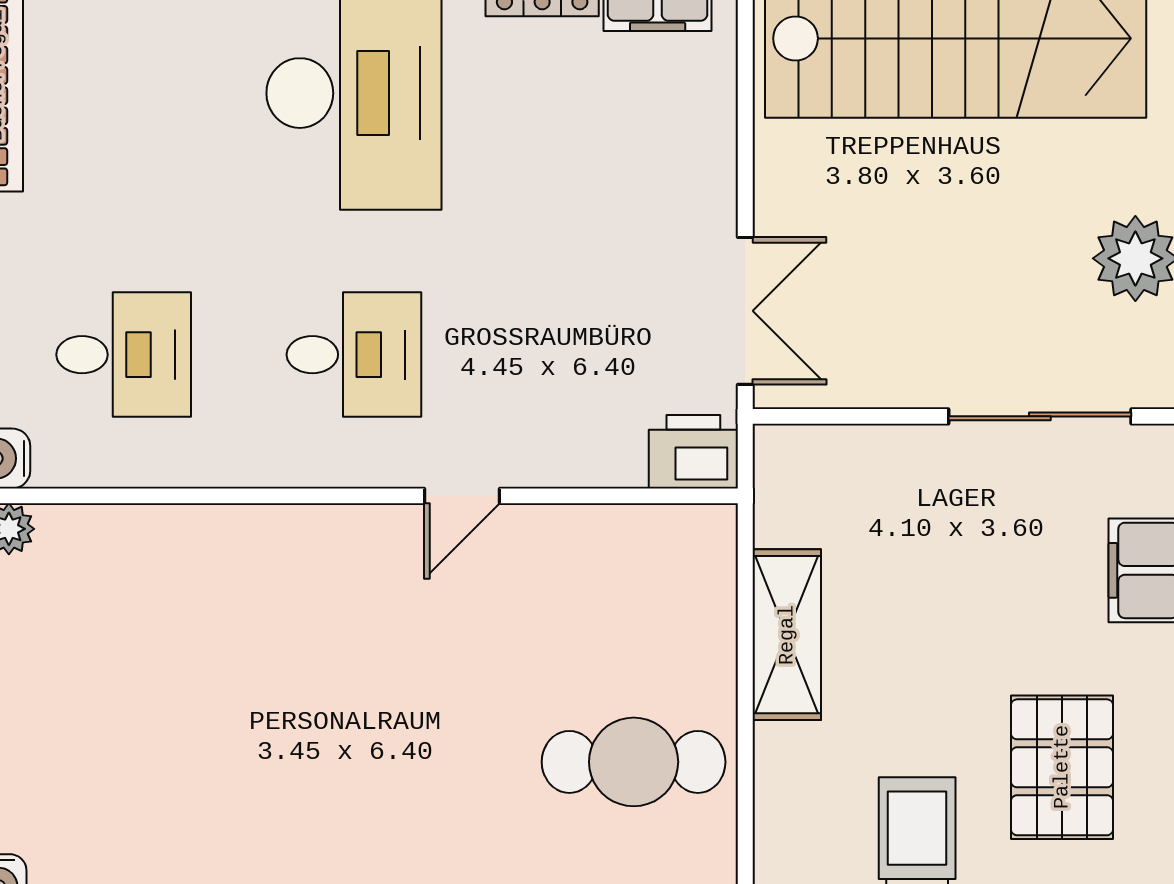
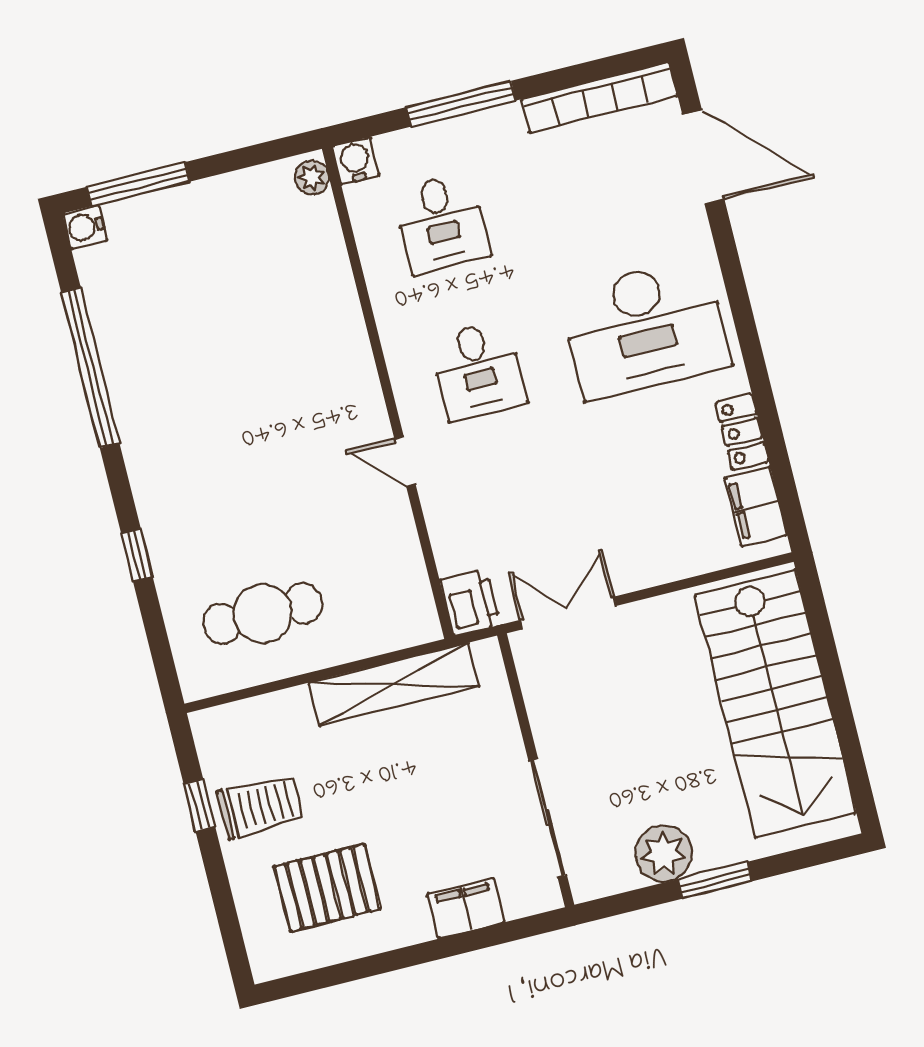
double door: (745, 311) -> (568, 613), swing flipped
shelving: (787, 635) -> (394, 685), width x1.47
cafe table: (634, 762) -> (263, 613), turned 90

